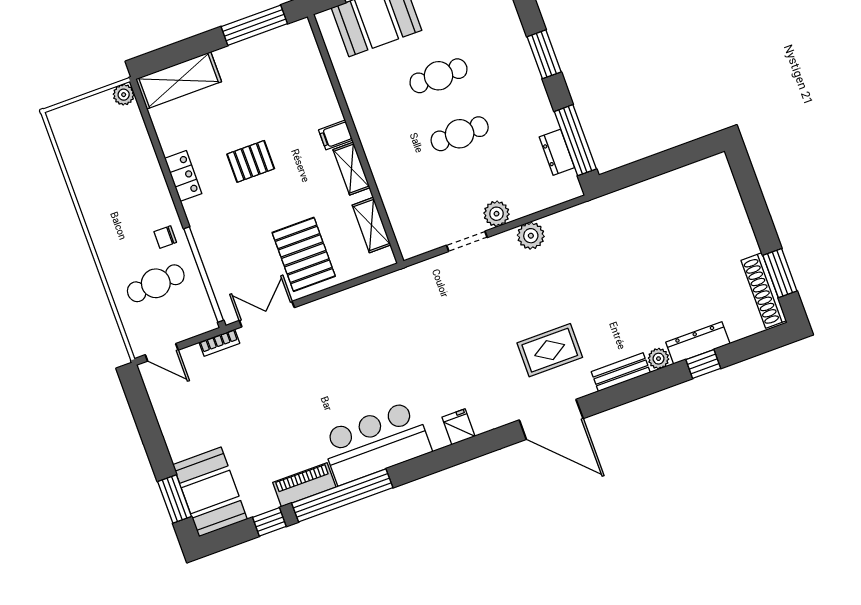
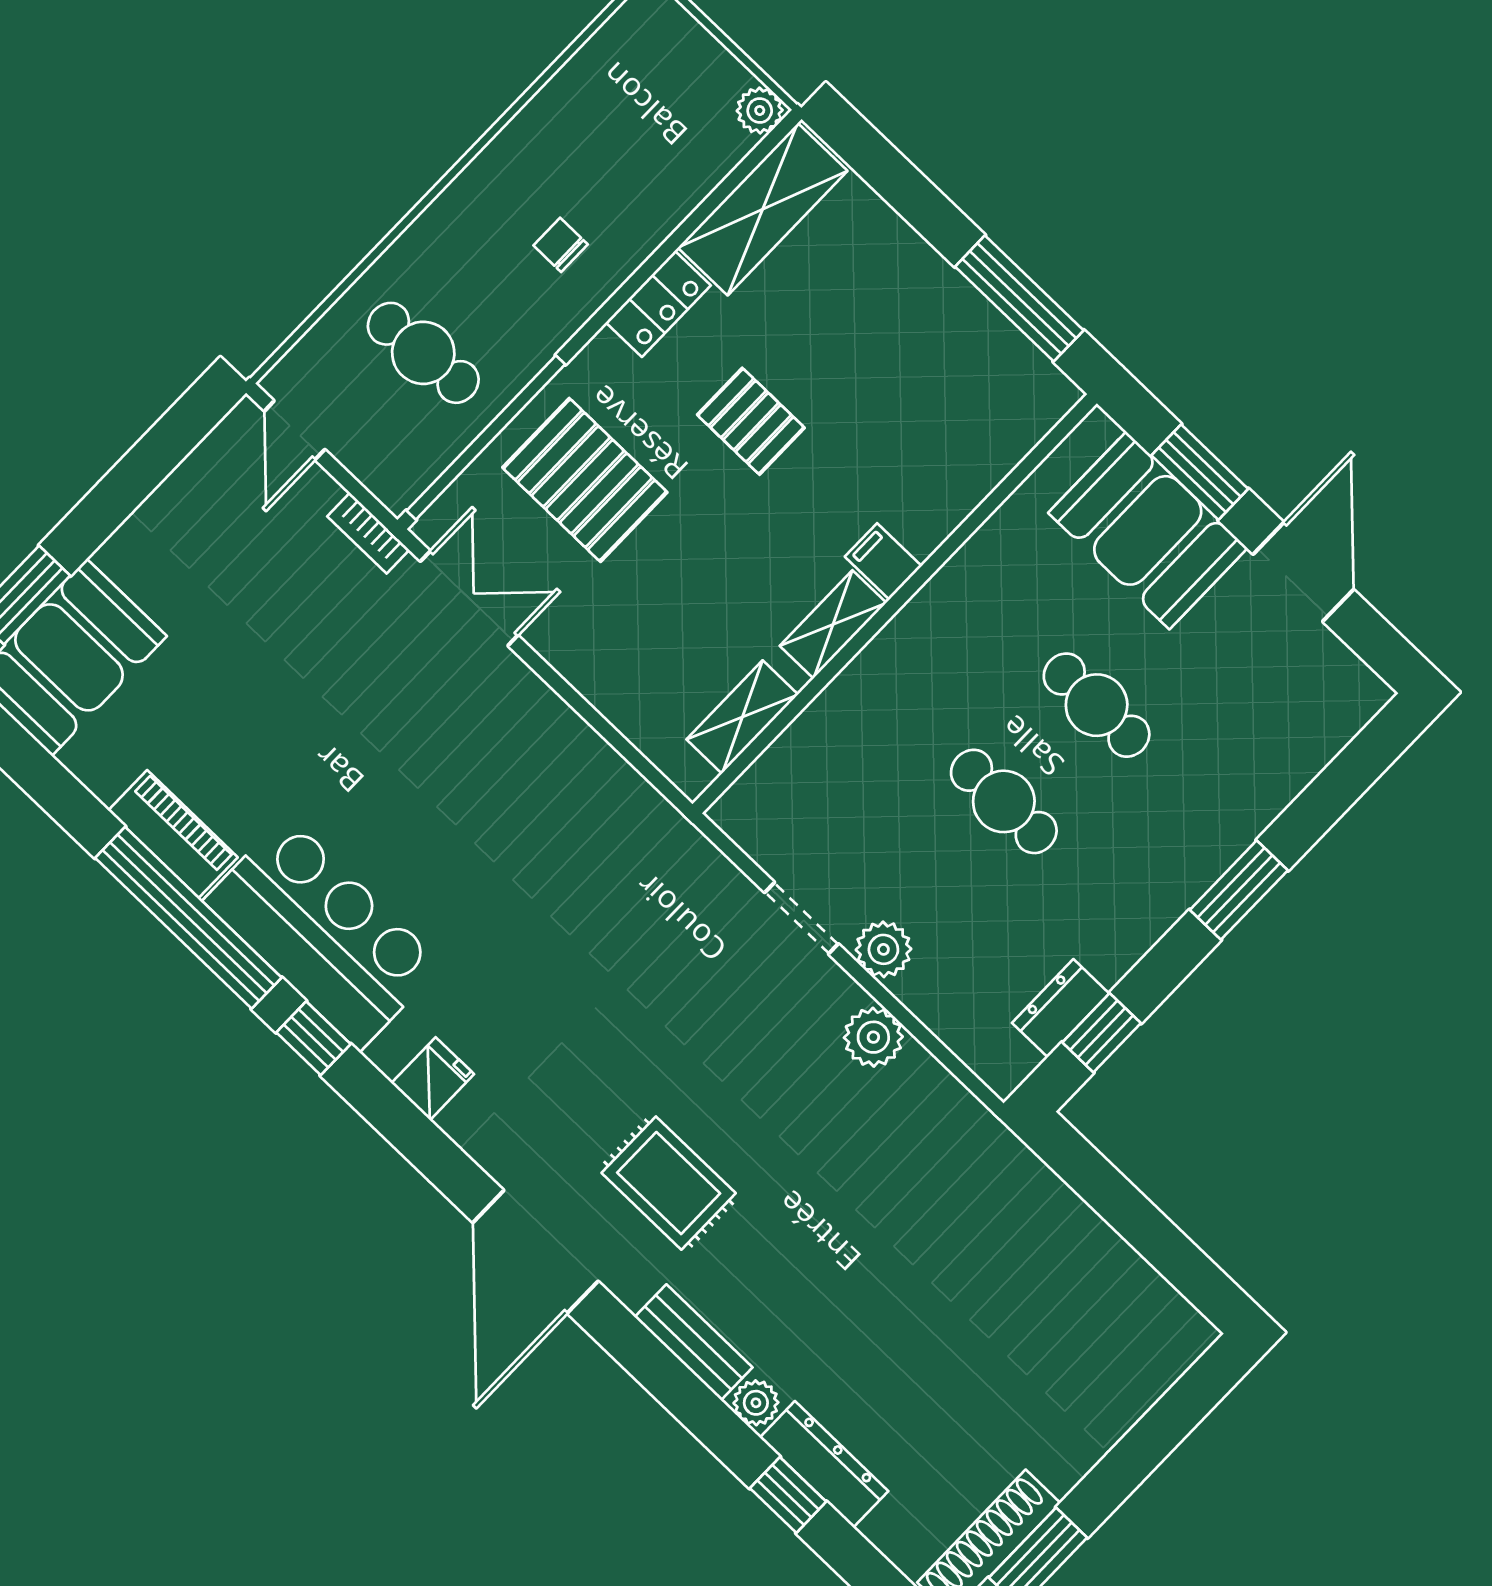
shelving: (179, 80) -> (763, 209), moved, turned 90
window: (575, 140) -> (1102, 1033), width x0.46
chair: (165, 237) -> (561, 245), moved
pallet: (304, 254) -> (585, 480), moved, turned 90
window: (269, 522) -> (313, 1038), moved

